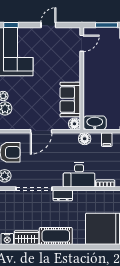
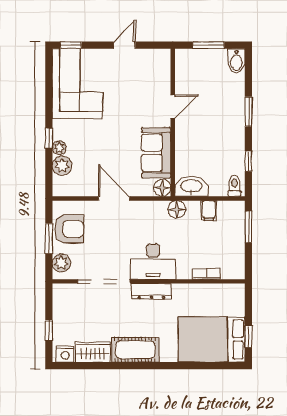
door: (82, 43) -> (173, 106), moved
door: (41, 131) -> (114, 199), swing flipped
desk: (79, 175) -> (153, 262), moved
dresser: (63, 195) -> (151, 291), width x1.44

